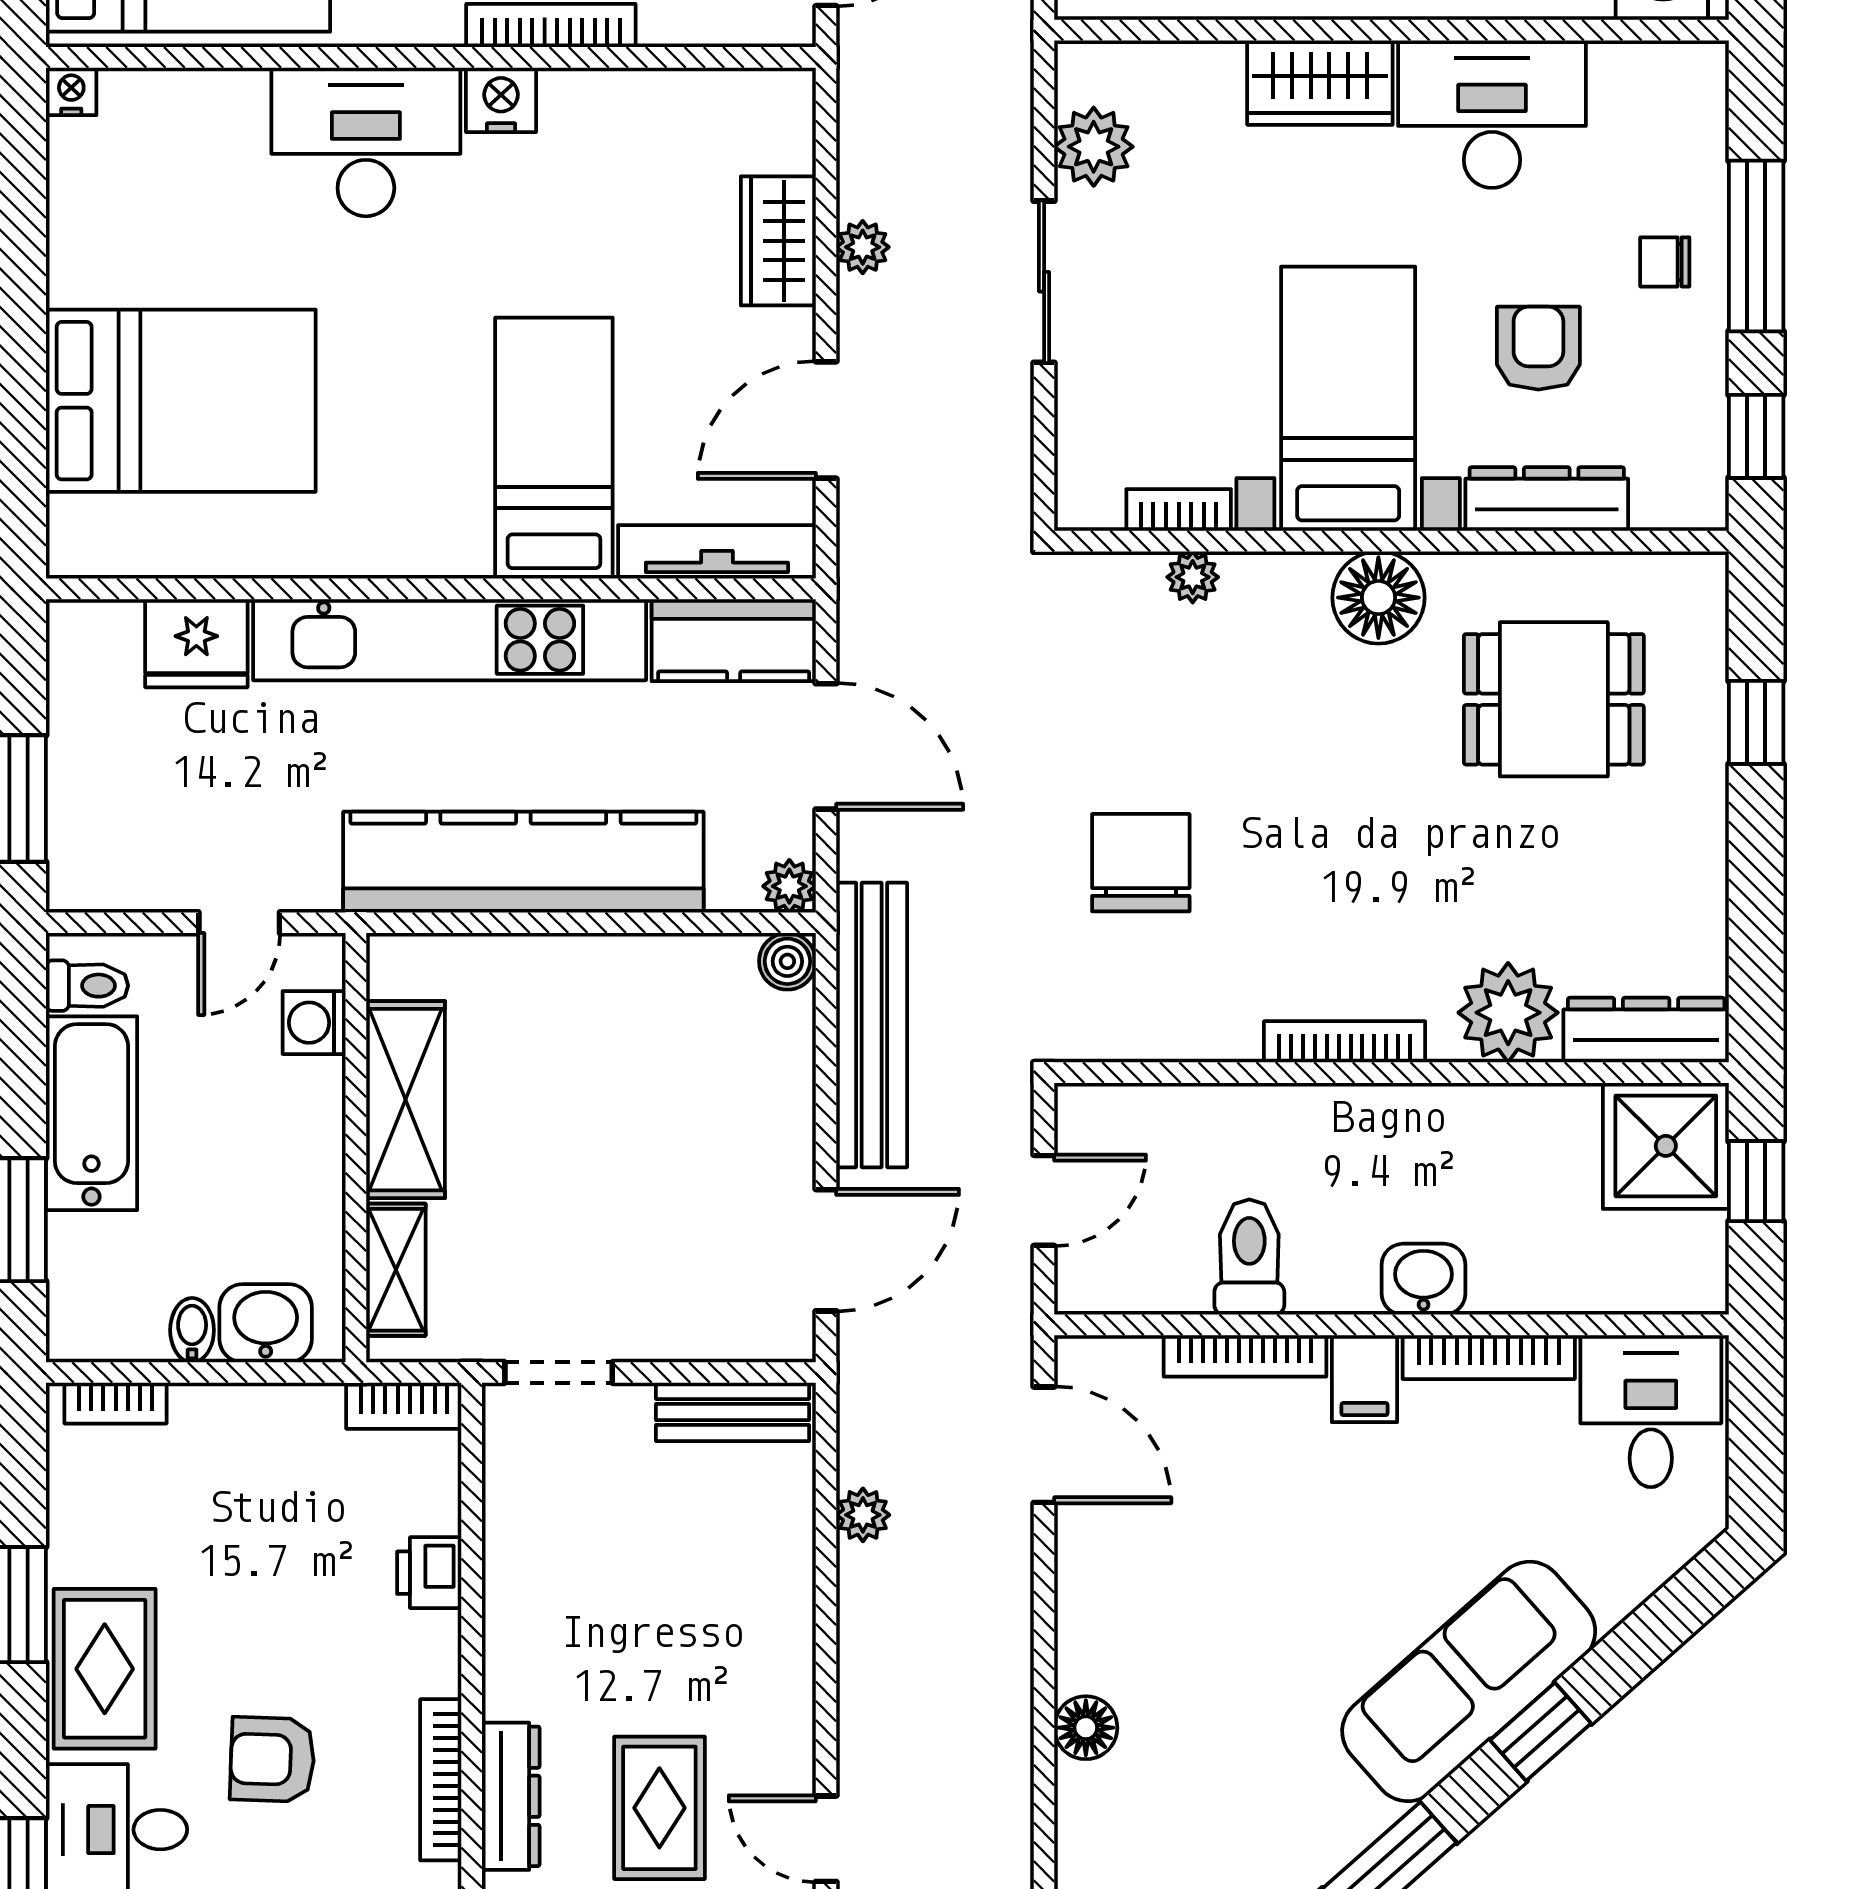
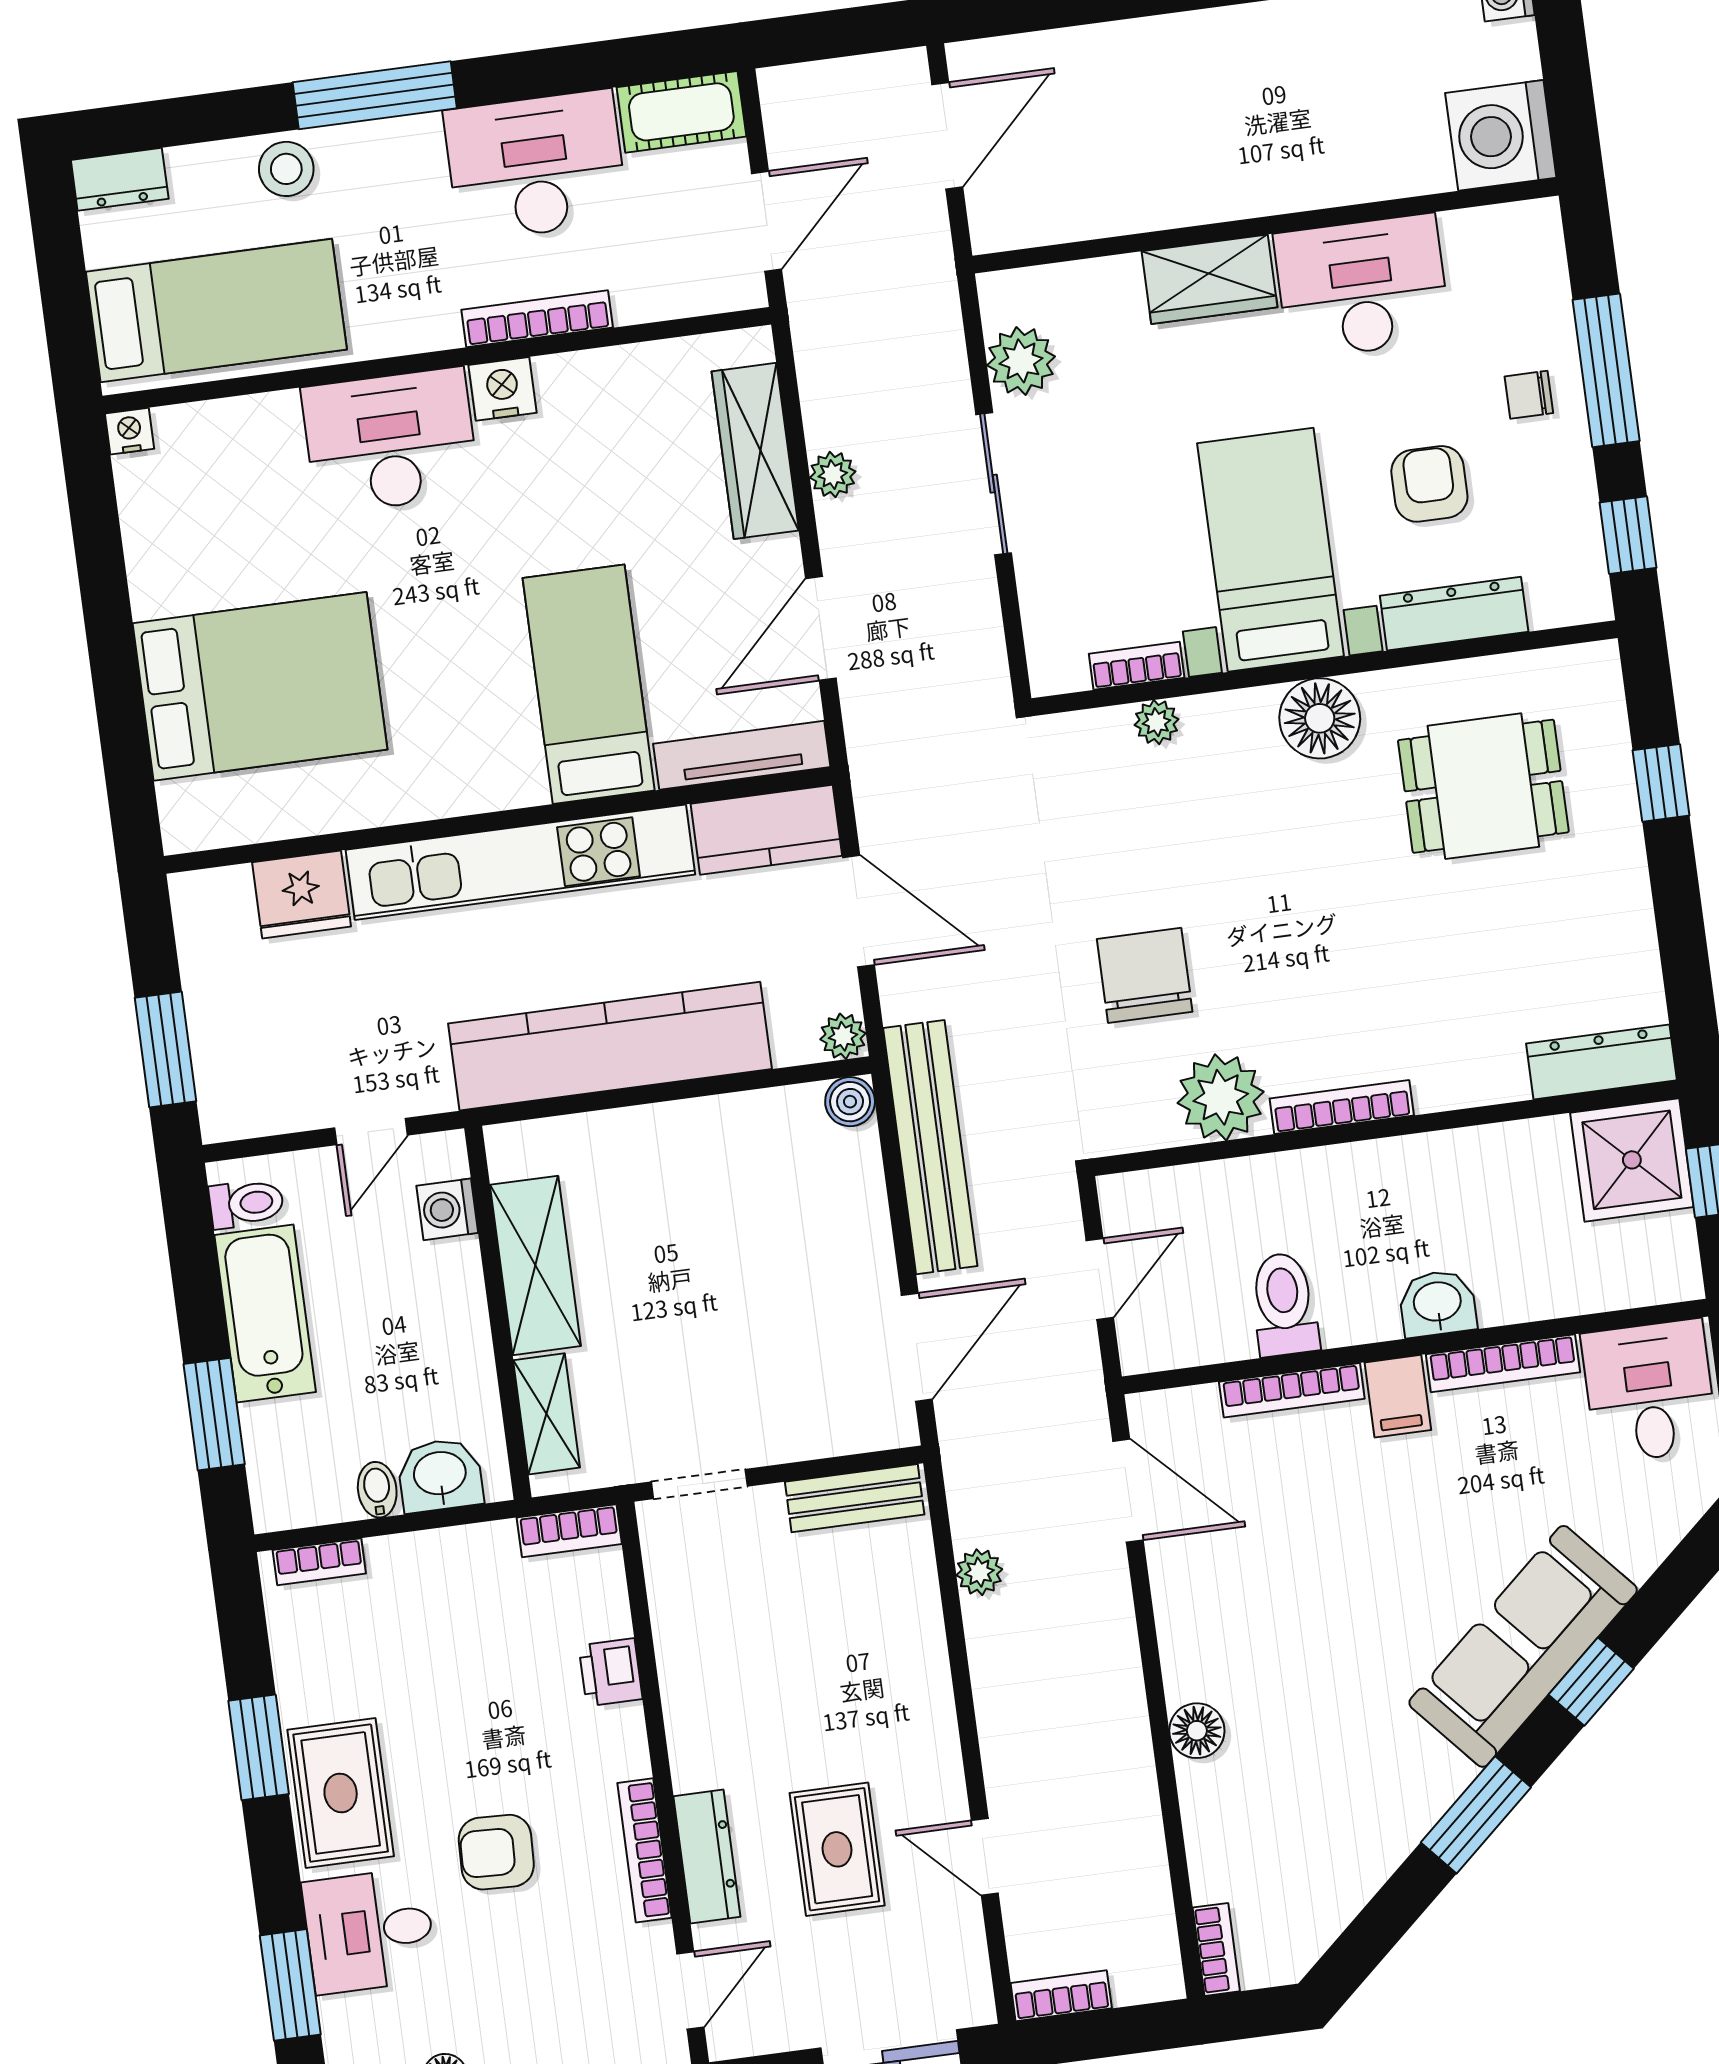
wardrobe: (778, 241) -> (755, 451), width x1.50
plant: (1508, 1013) -> (1221, 1097), moved

